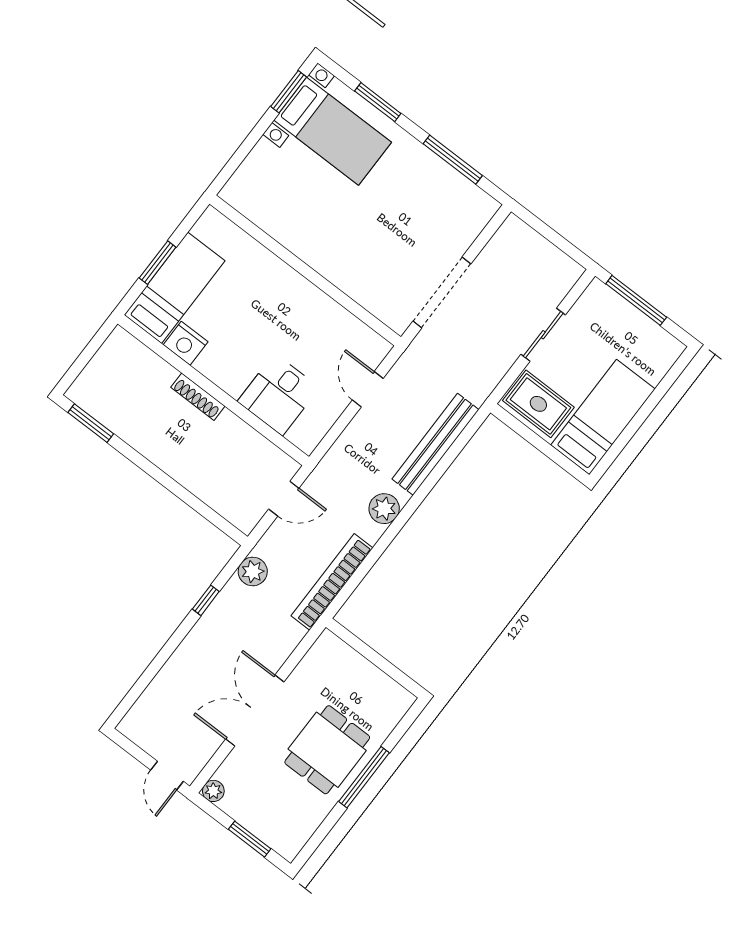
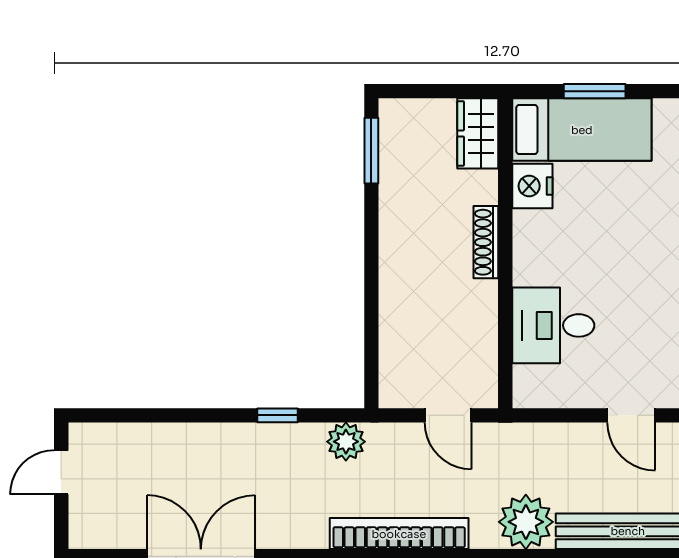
wardrobe: (129, 352) -> (478, 133), added
door: (368, 389) -> (631, 415), swing flipped
plant: (384, 509) -> (526, 522), width x1.36, depth x1.36
door: (167, 776) -> (61, 472), moved

